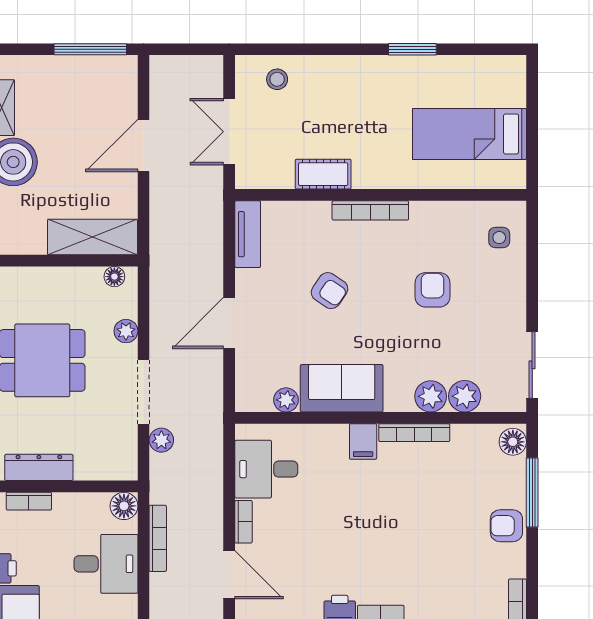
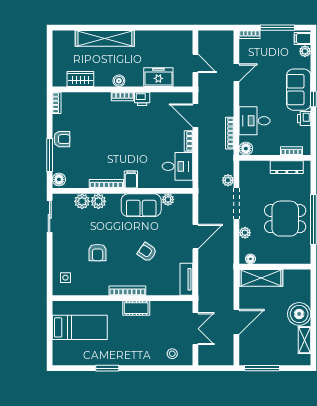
cot: (323, 174) -> (136, 308), moved

